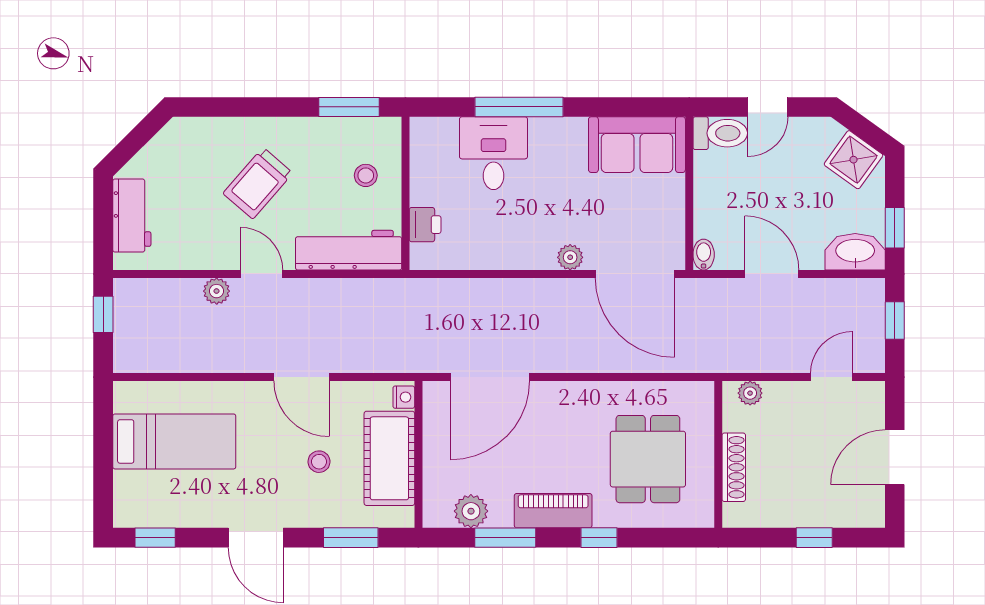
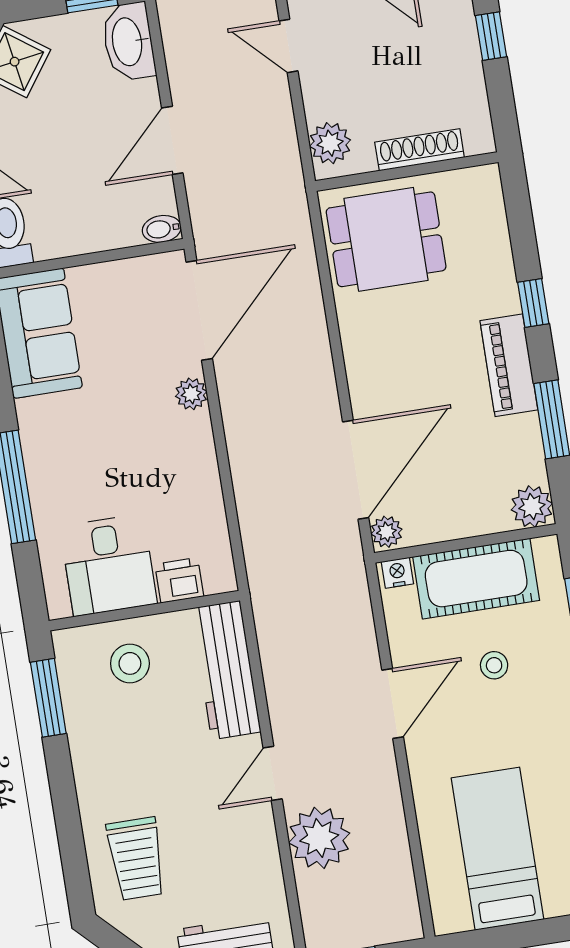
desk: (493, 153) -> (109, 565), moved, turned -90
stool: (366, 175) -> (130, 663), width x1.37, depth x1.37
trolley: (258, 183) -> (136, 859), moved, turned 49
plant: (217, 291) -> (319, 838), width x1.87, depth x1.87
door: (490, 377) -> (356, 470), hinge flipped
plant: (750, 393) -> (330, 143), width x1.38, depth x1.38
plant: (437, 394) -> (386, 532), added
dining table: (648, 459) -> (386, 239), moved
plant: (471, 511) -> (532, 507), moved

